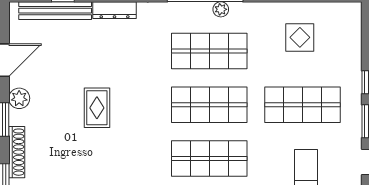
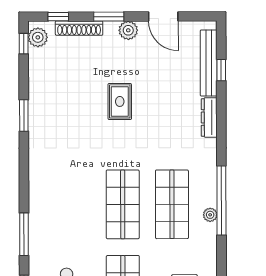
rug: (97, 108) -> (120, 101), turned 90
shop shelf: (209, 159) -> (73, 204), removed

